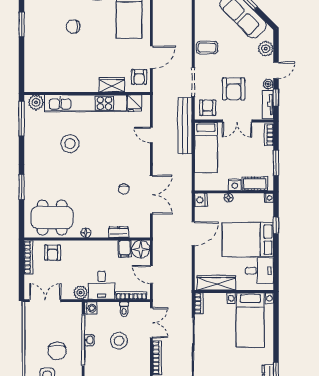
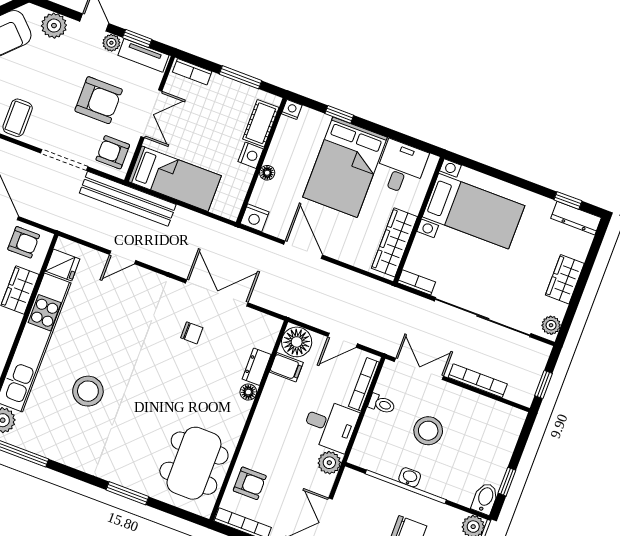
floor lamp: (86, 233) -> (248, 392), moved
washing machine: (91, 308) -> (360, 456), removed

